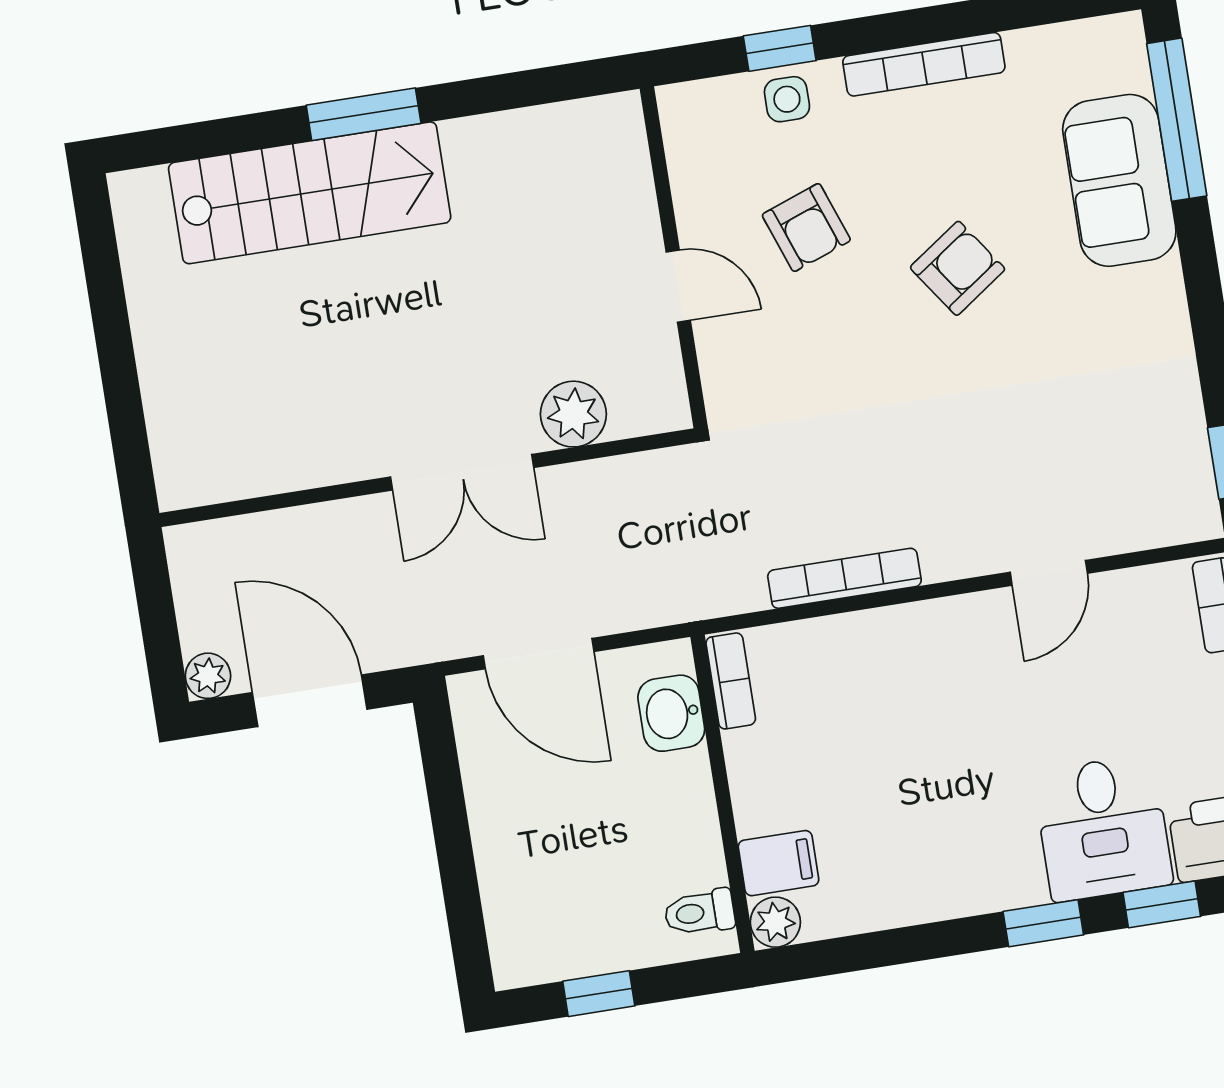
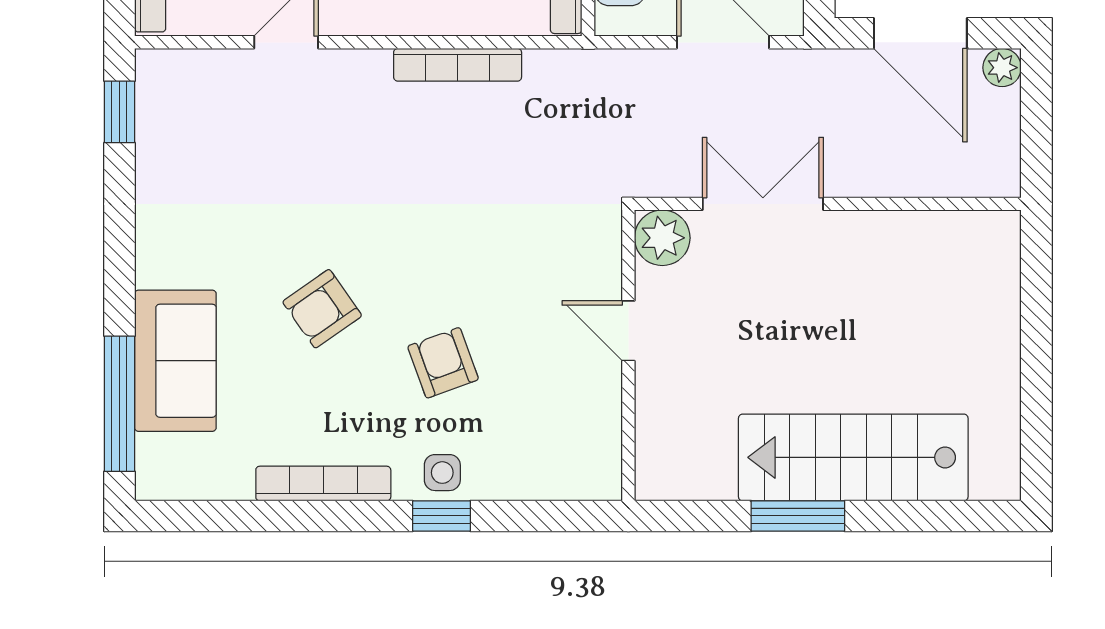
wall: (674, 257) -> (628, 355), moved
door: (678, 286) -> (628, 331), moved

